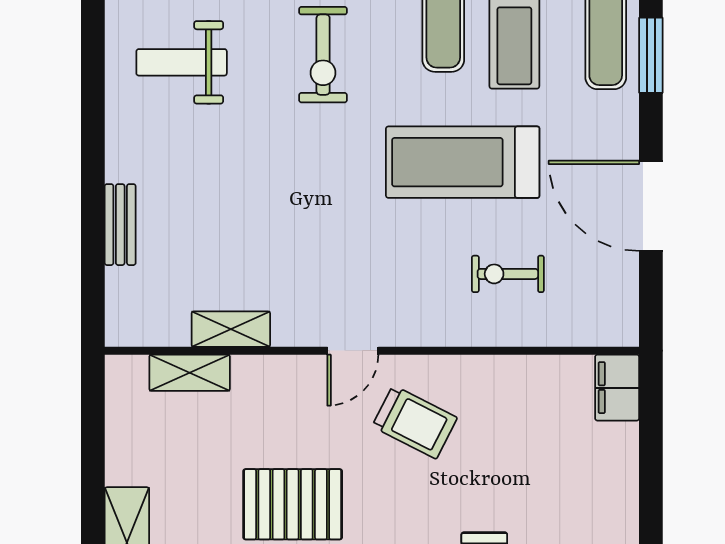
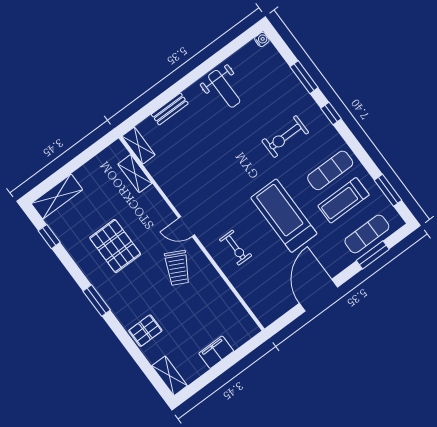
weight bench: (182, 62) -> (224, 89), moved, turned 180
exercise bike: (508, 274) -> (236, 248), moved, turned 180
shelving: (231, 329) -> (138, 146), moved
filing cabinet: (617, 388) -> (216, 352), moved

